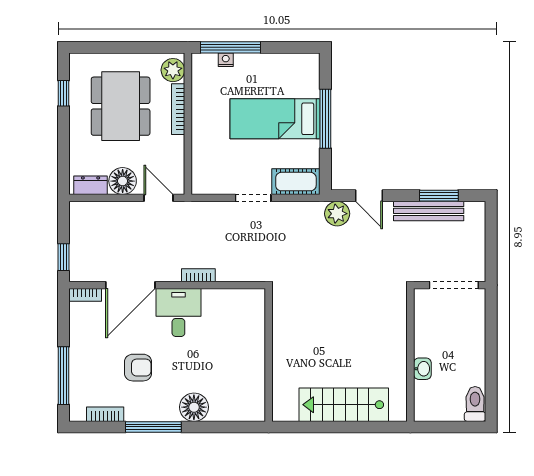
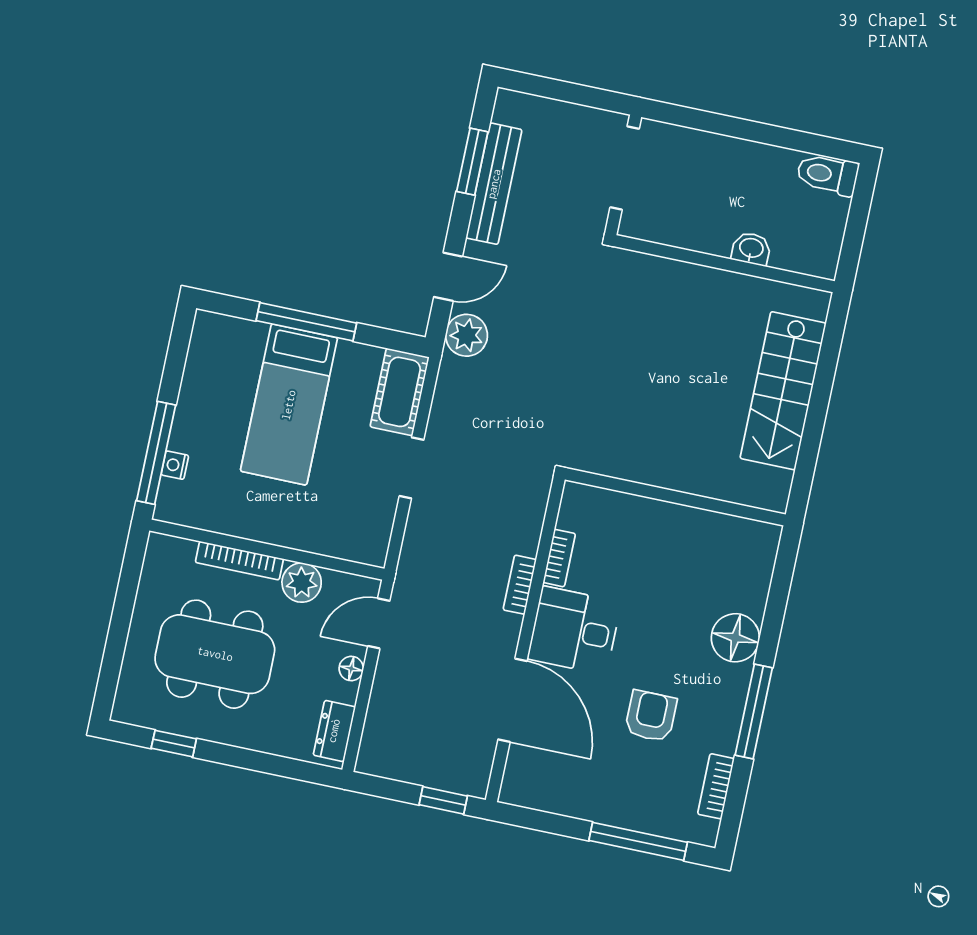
plant: (173, 70) -> (302, 583), moved
floor lamp: (123, 181) -> (351, 669), width x0.53, depth x0.53
bookcase: (85, 295) -> (559, 558), moved

